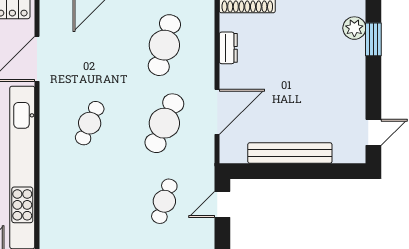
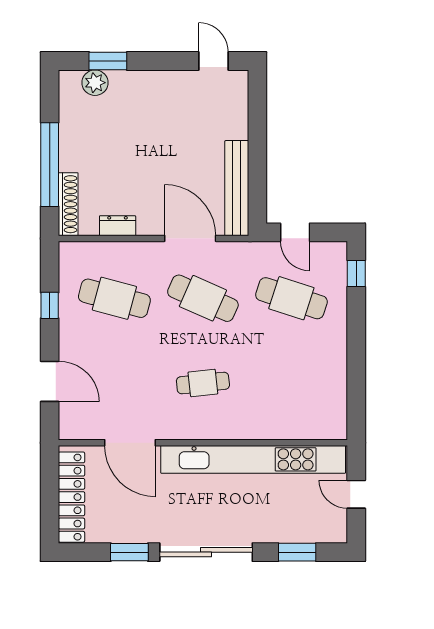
cafe table: (90, 123) -> (203, 383), turned -30
bench: (290, 153) -> (237, 188), moved
cafe table: (164, 201) -> (291, 298), width x1.37, depth x1.35

